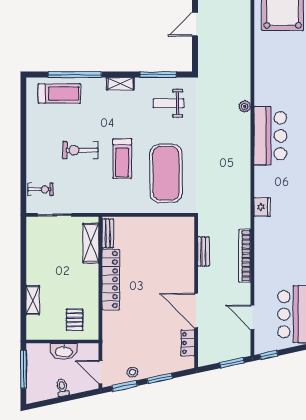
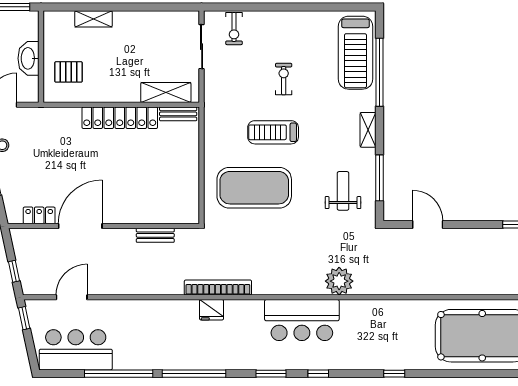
door: (195, 24) -> (428, 225), moved
treadmill: (59, 93) -> (355, 53), width x1.37, depth x1.38
plant: (245, 106) -> (339, 281), width x1.88, depth x1.88
exercise bike: (80, 150) -> (284, 79), width x0.73, depth x0.72
bookcase: (245, 256) -> (218, 288), moved
window: (232, 363) -> (14, 271), width x0.67

